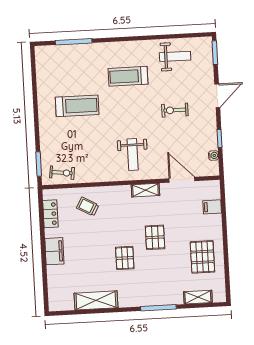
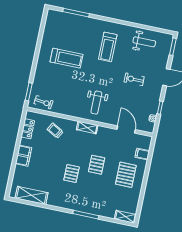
treadmill: (128, 76) -> (108, 47), turned -90
shelving: (145, 190) -> (87, 127), moved
pallet: (202, 257) -> (126, 175), moved
shelving: (198, 297) -> (125, 217), moved
shelving: (96, 300) -> (32, 195), moved

